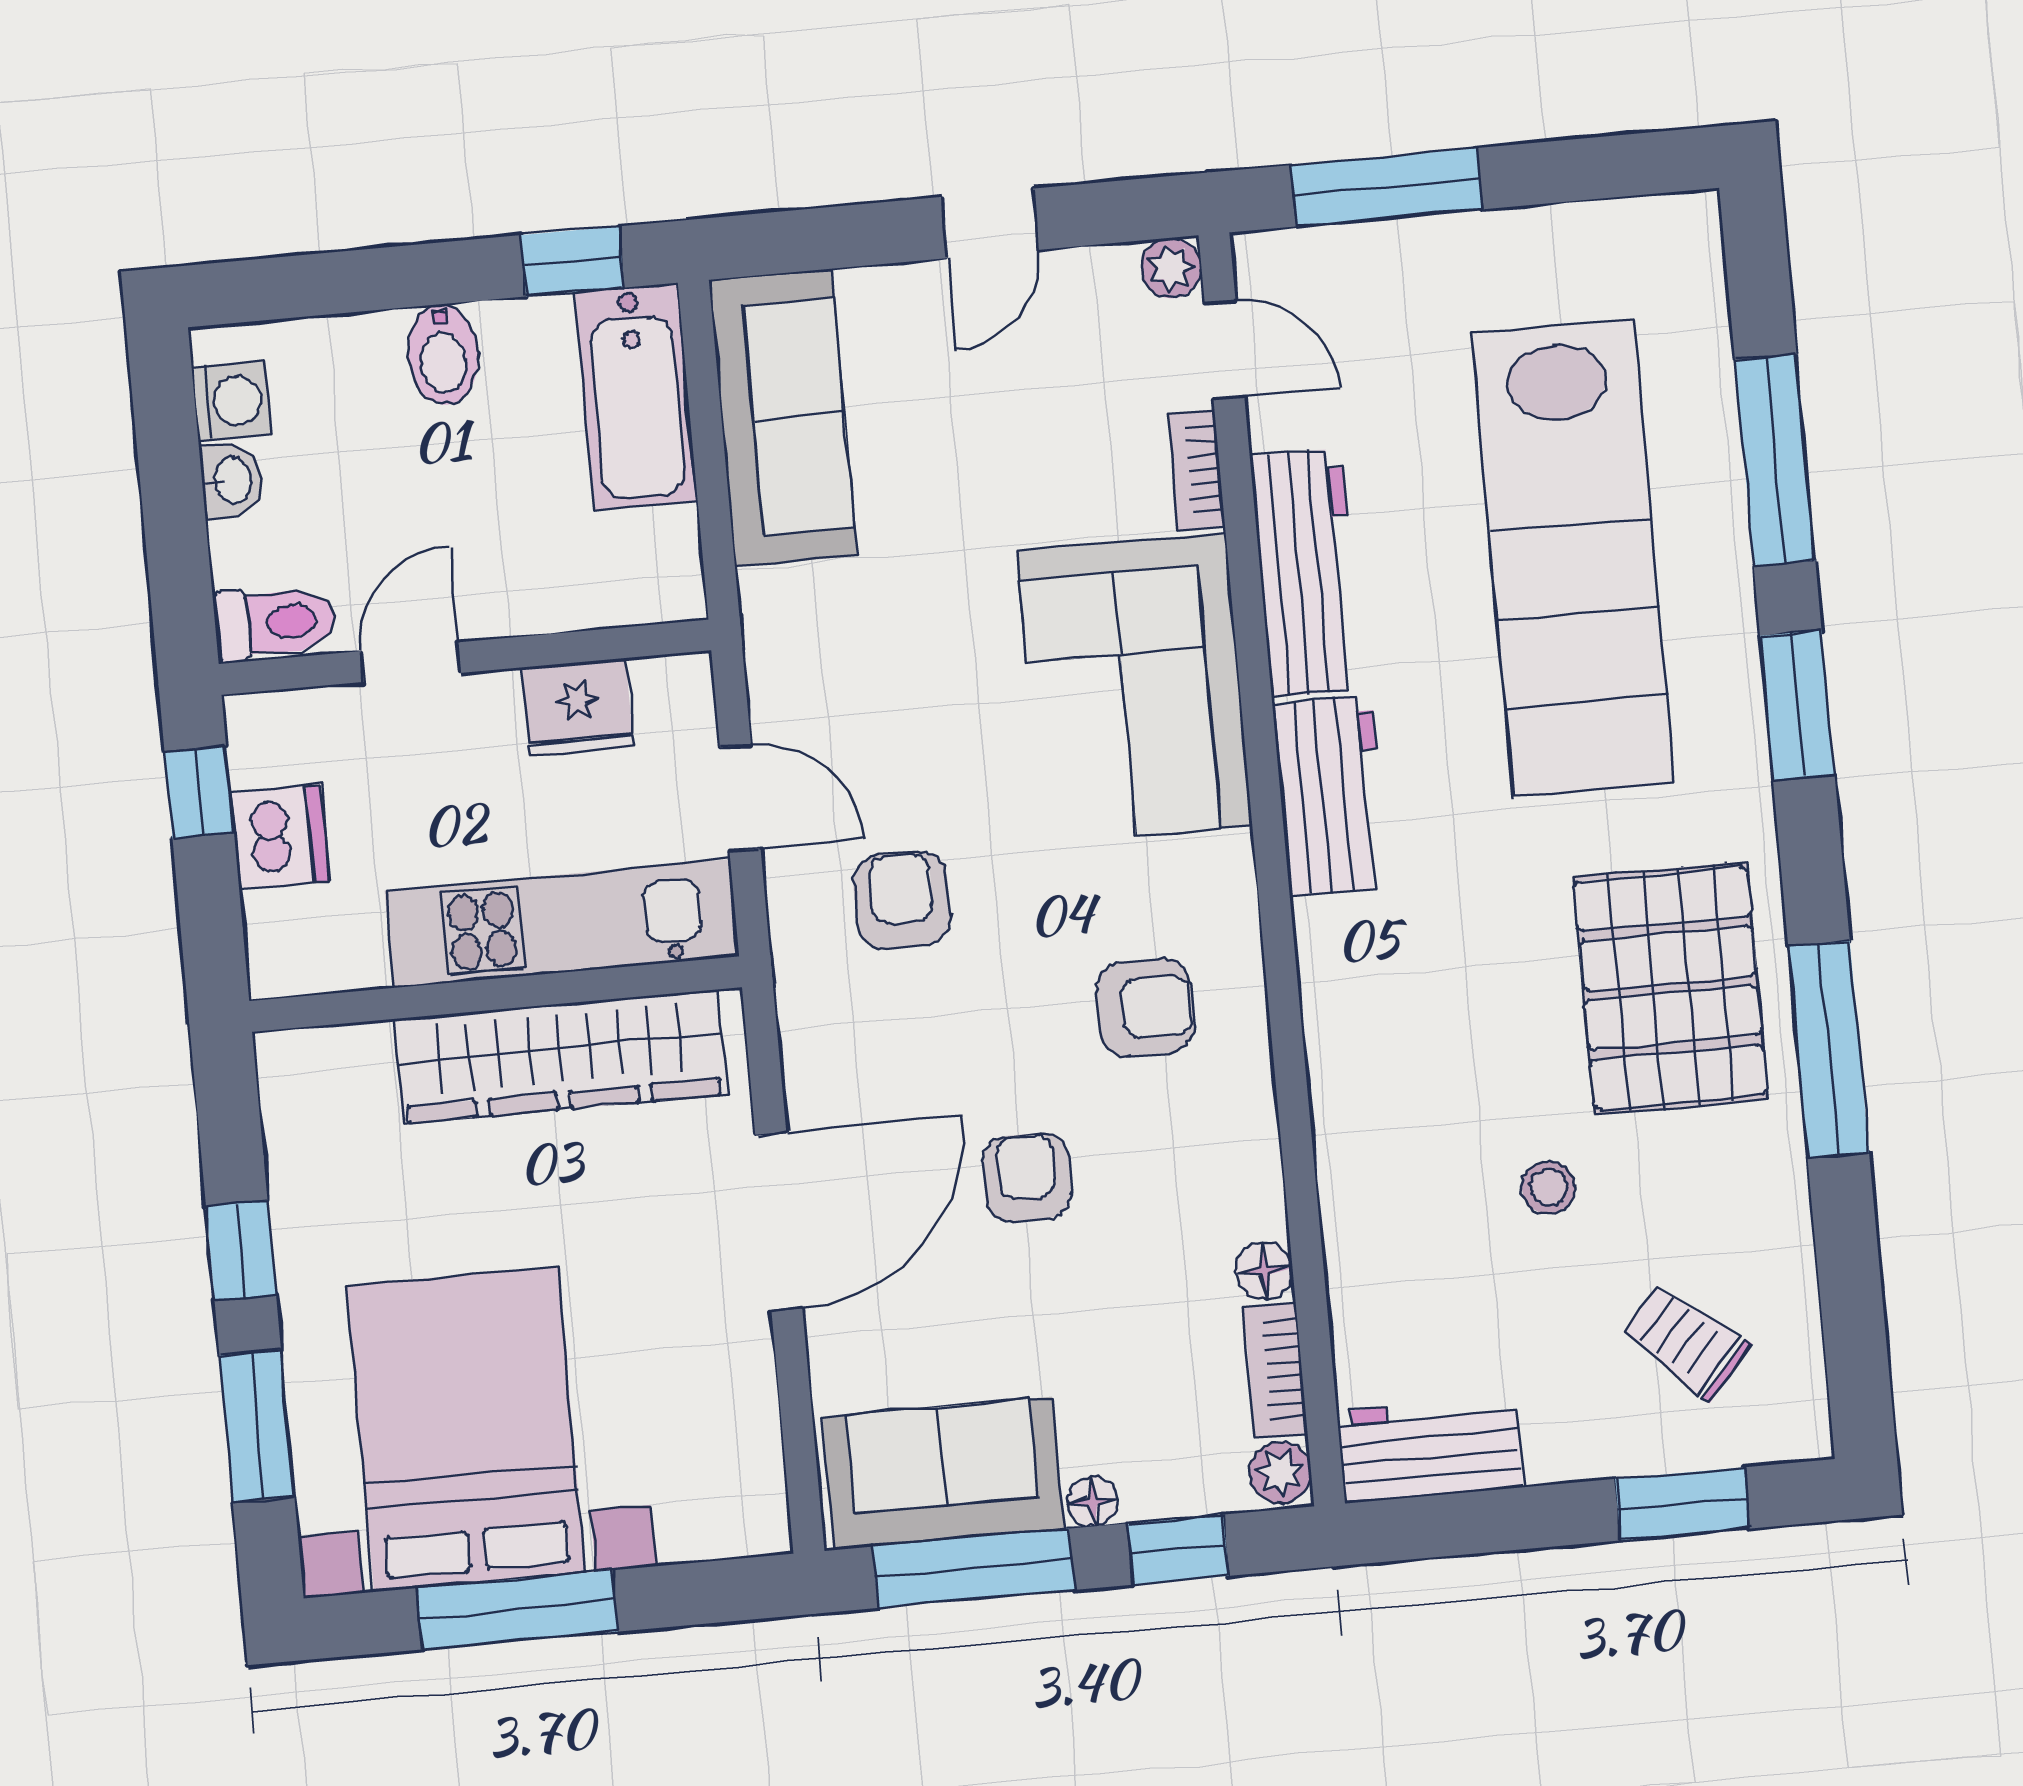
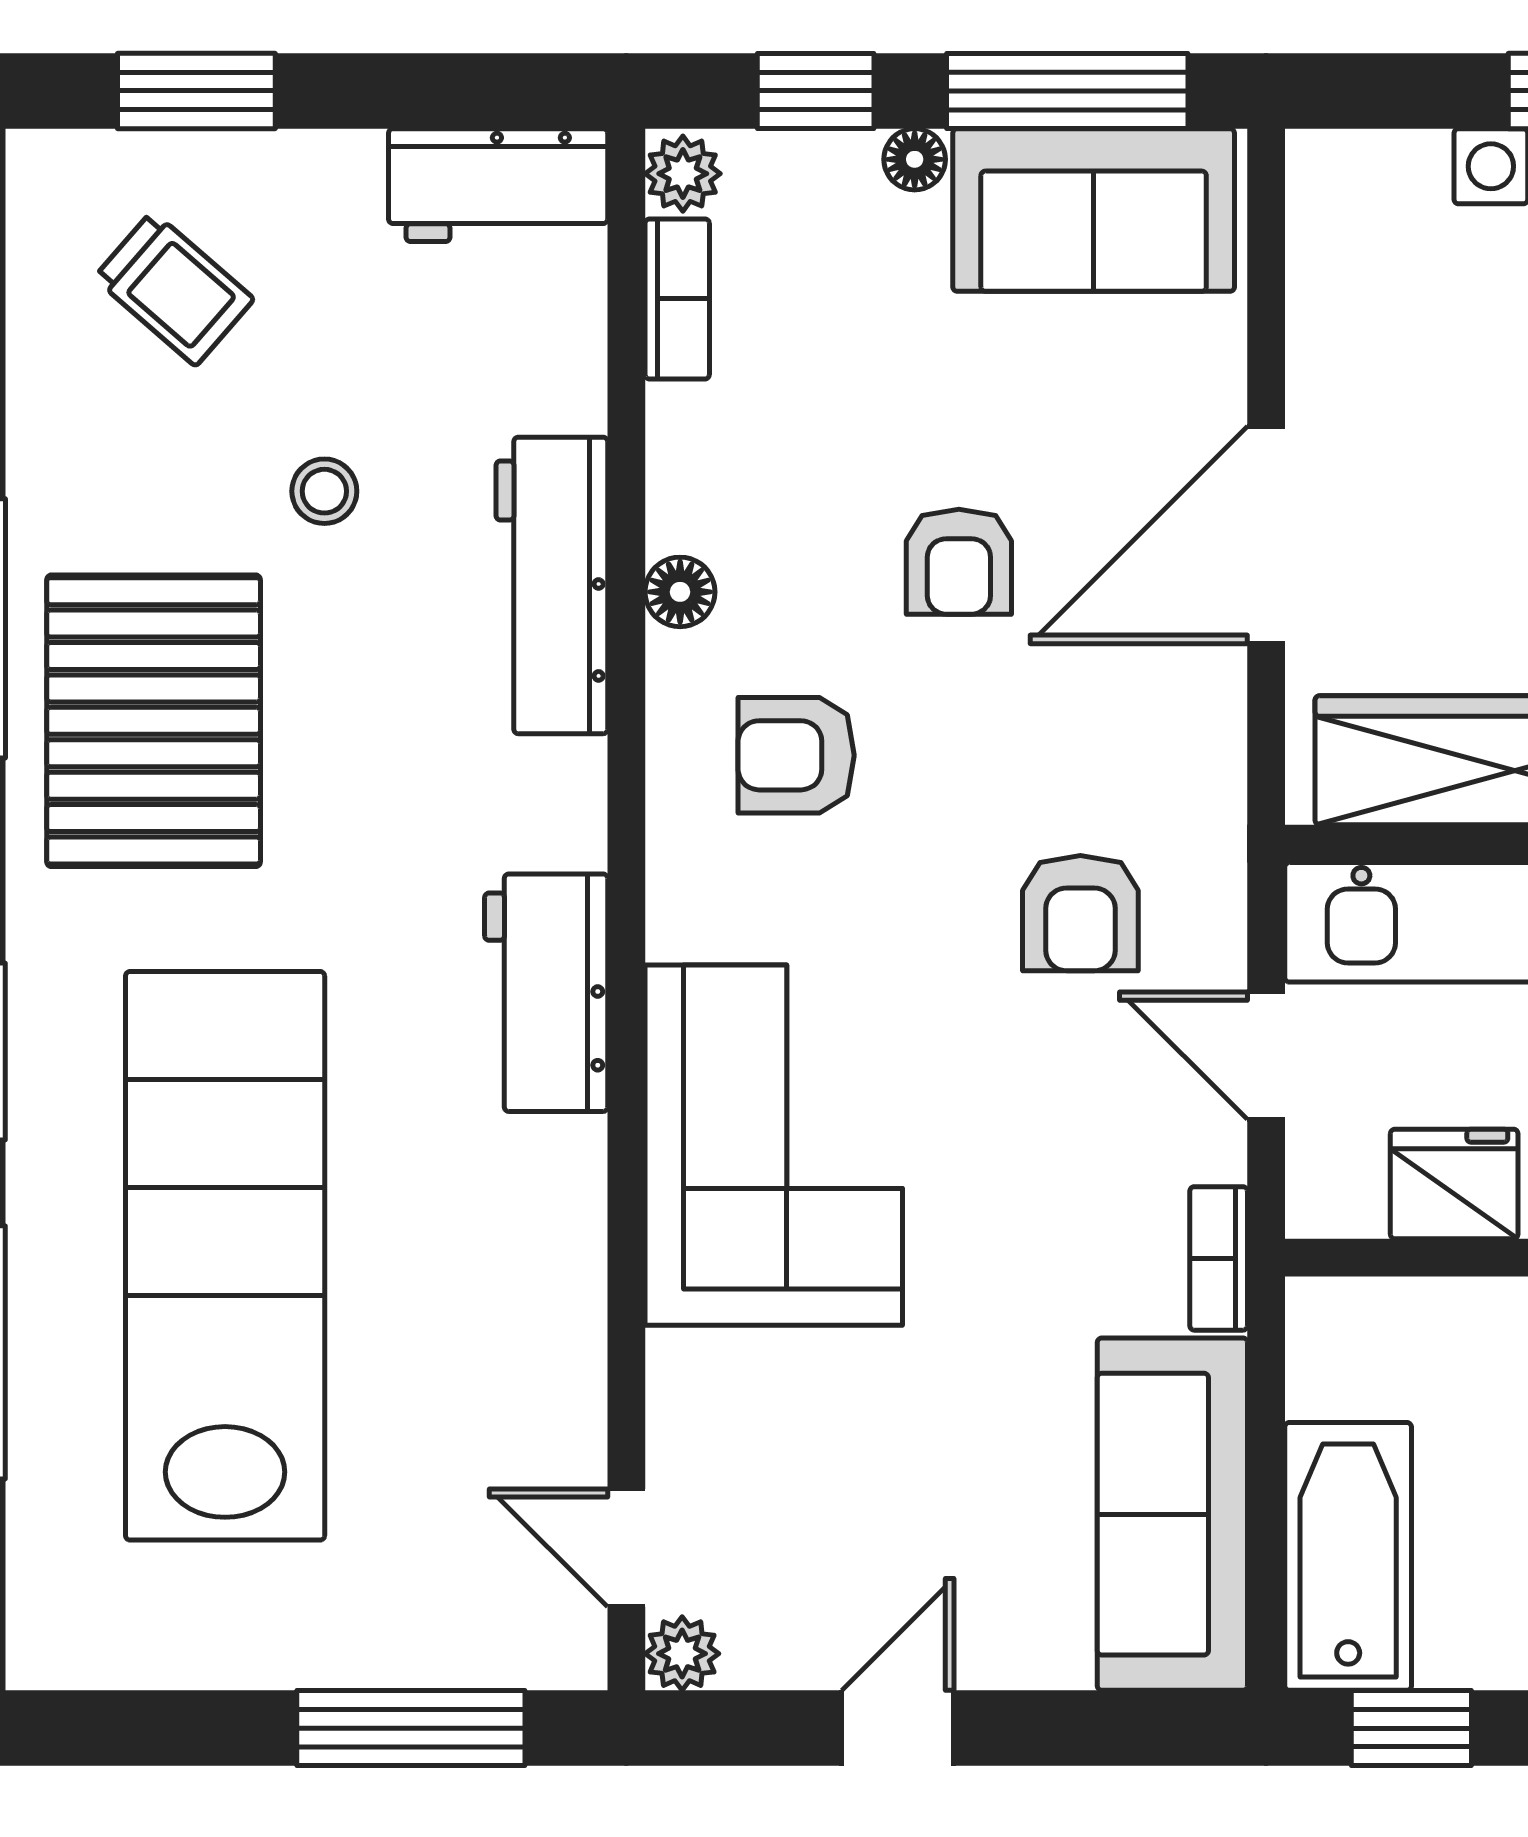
bookcase: (1196, 470) -> (1219, 1258), moved, turned 180
workbench: (1306, 573) -> (552, 585), moved
floor lamp: (1264, 1271) -> (680, 592), moved

